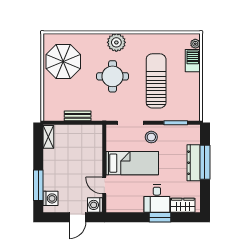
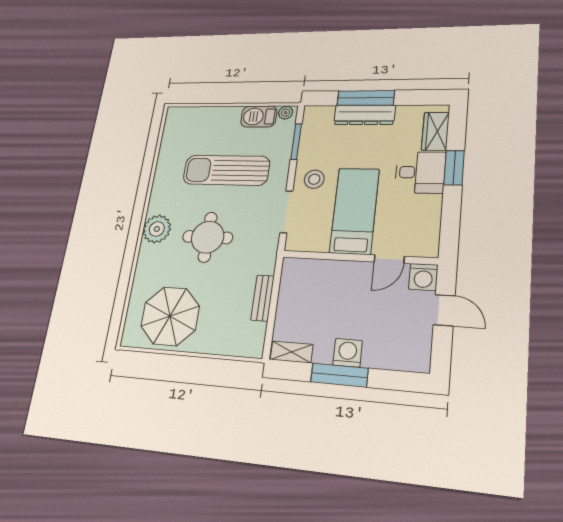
plant: (195, 44) -> (286, 113), moved
barbecue: (193, 61) -> (259, 117), moved
window: (38, 185) -> (339, 375), moved
washing machine: (51, 198) -> (348, 353), moved

